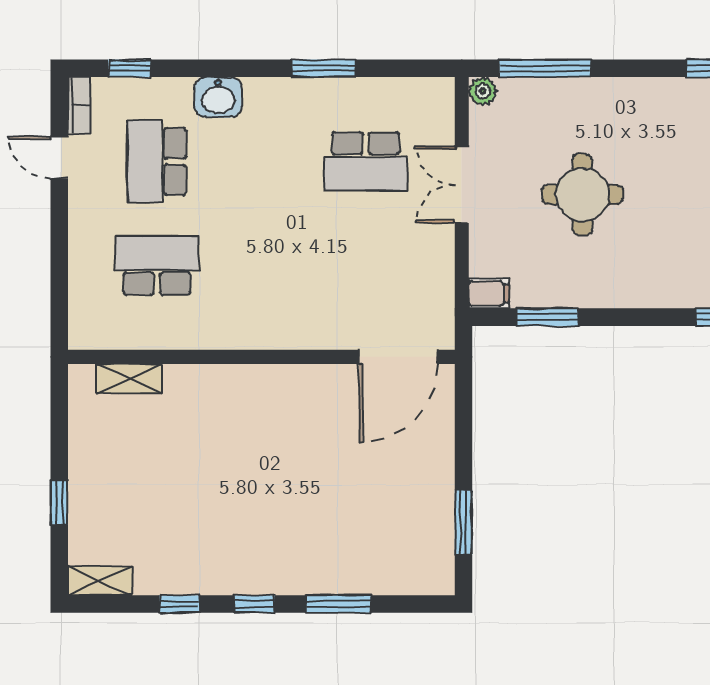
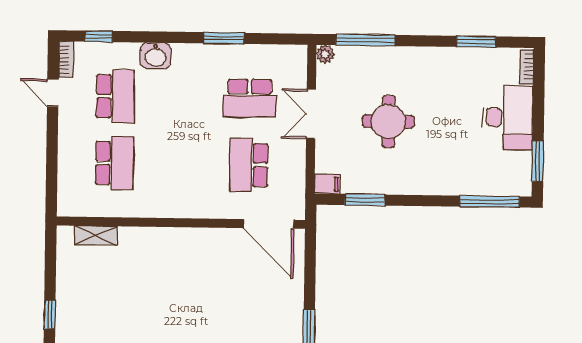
school desk: (157, 162) -> (116, 96), turned 180
school desk: (157, 265) -> (115, 163), turned 90
school desk: (366, 265) -> (249, 165), added
door: (398, 357) -> (269, 224), hinge flipped

